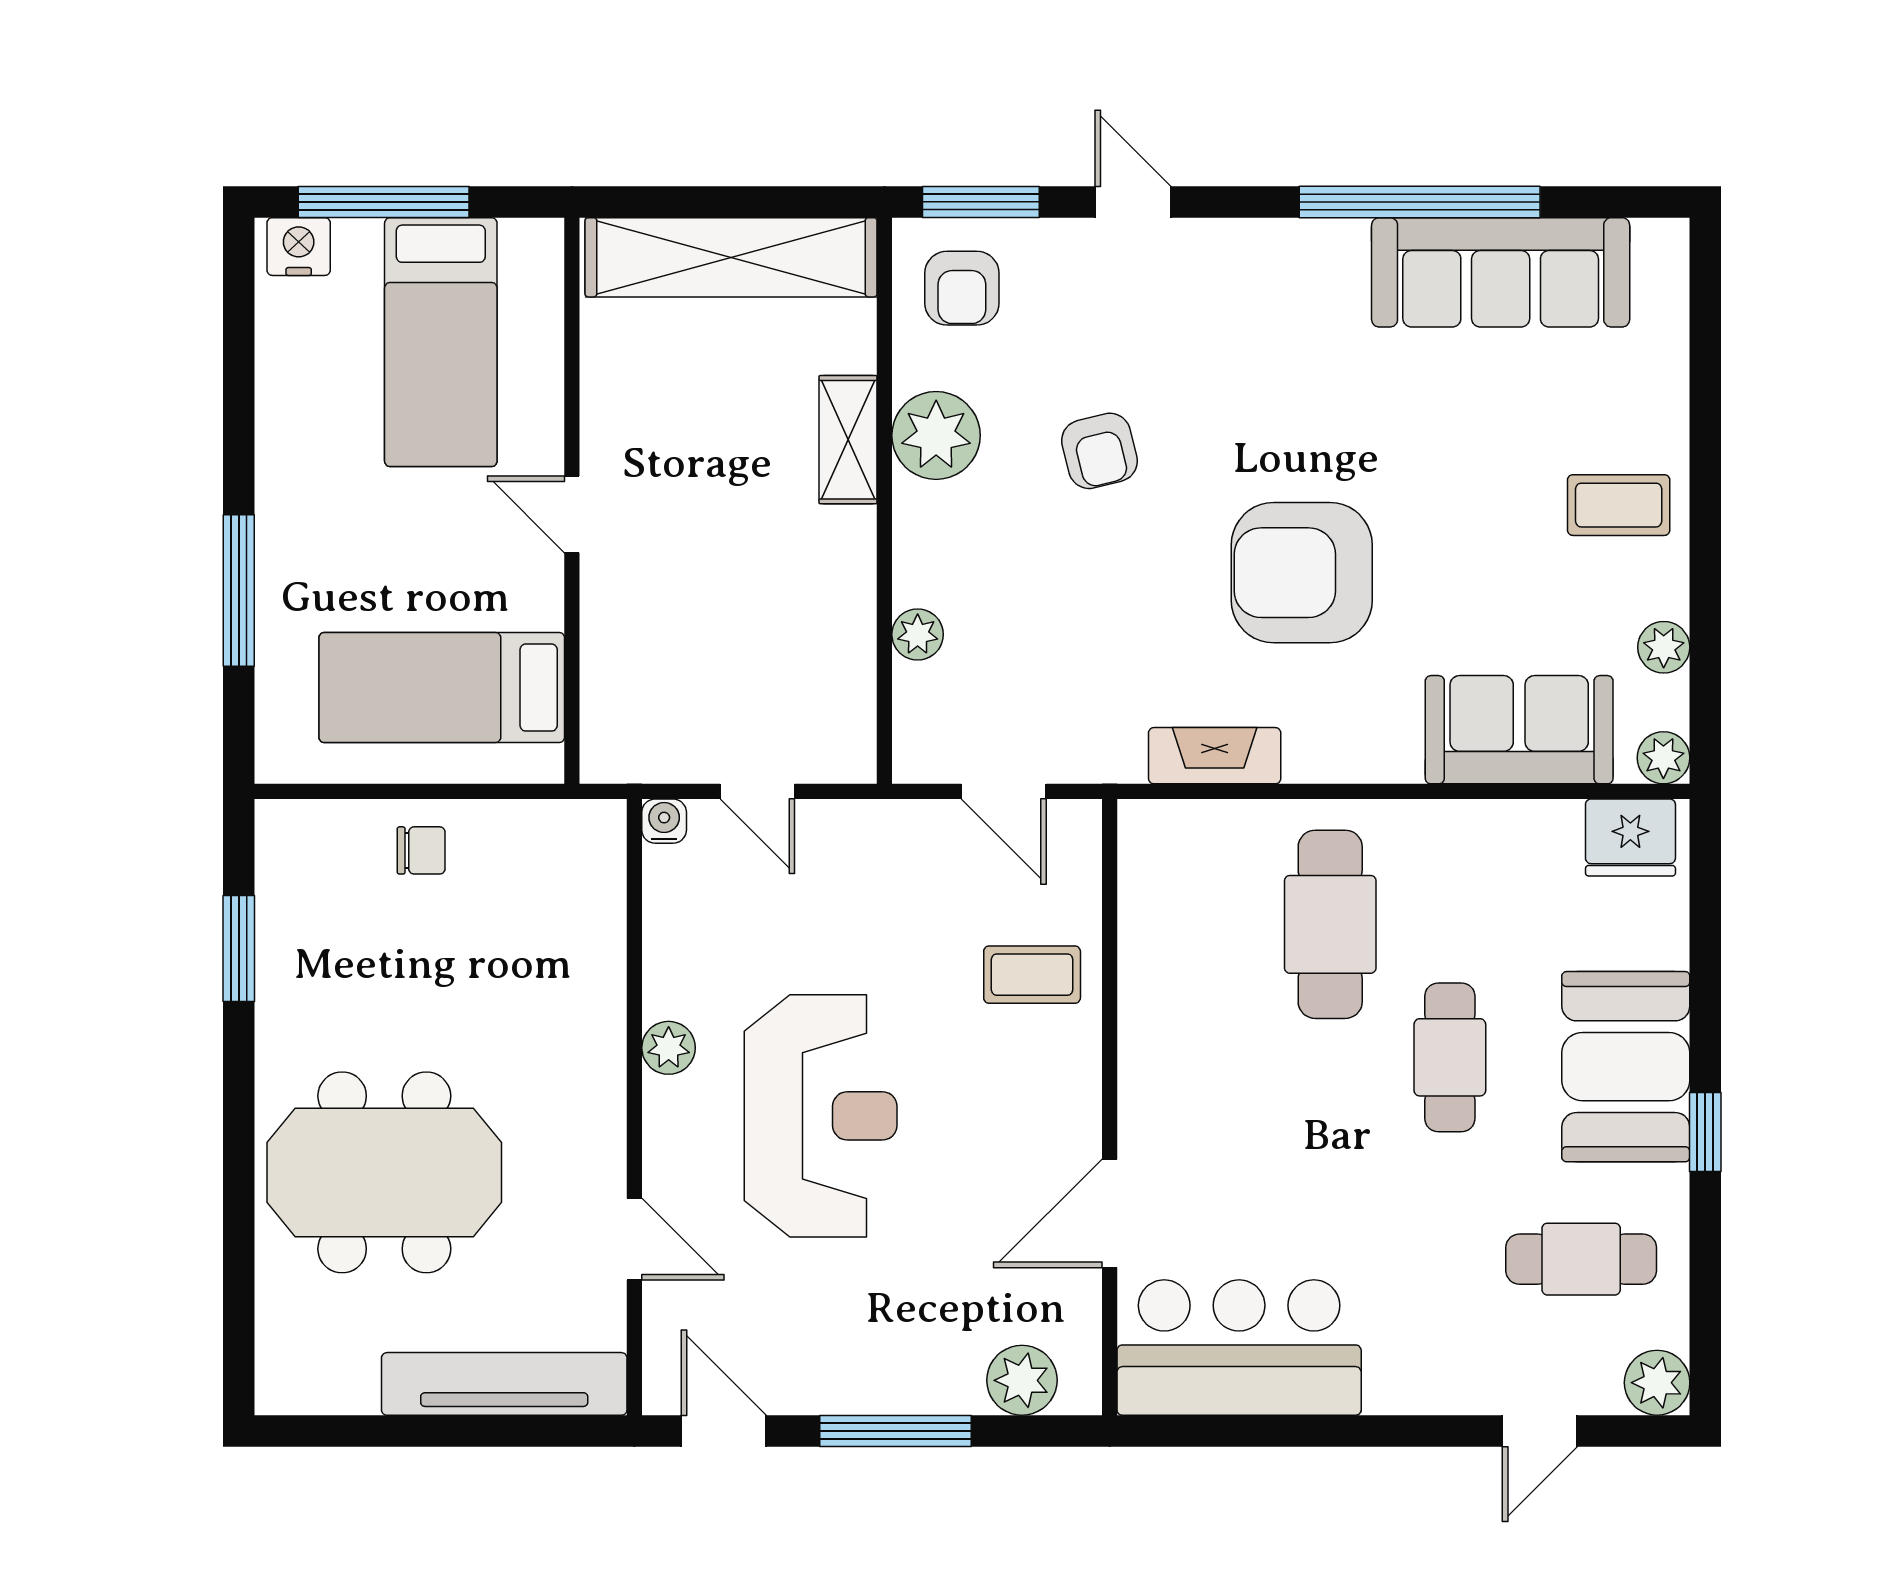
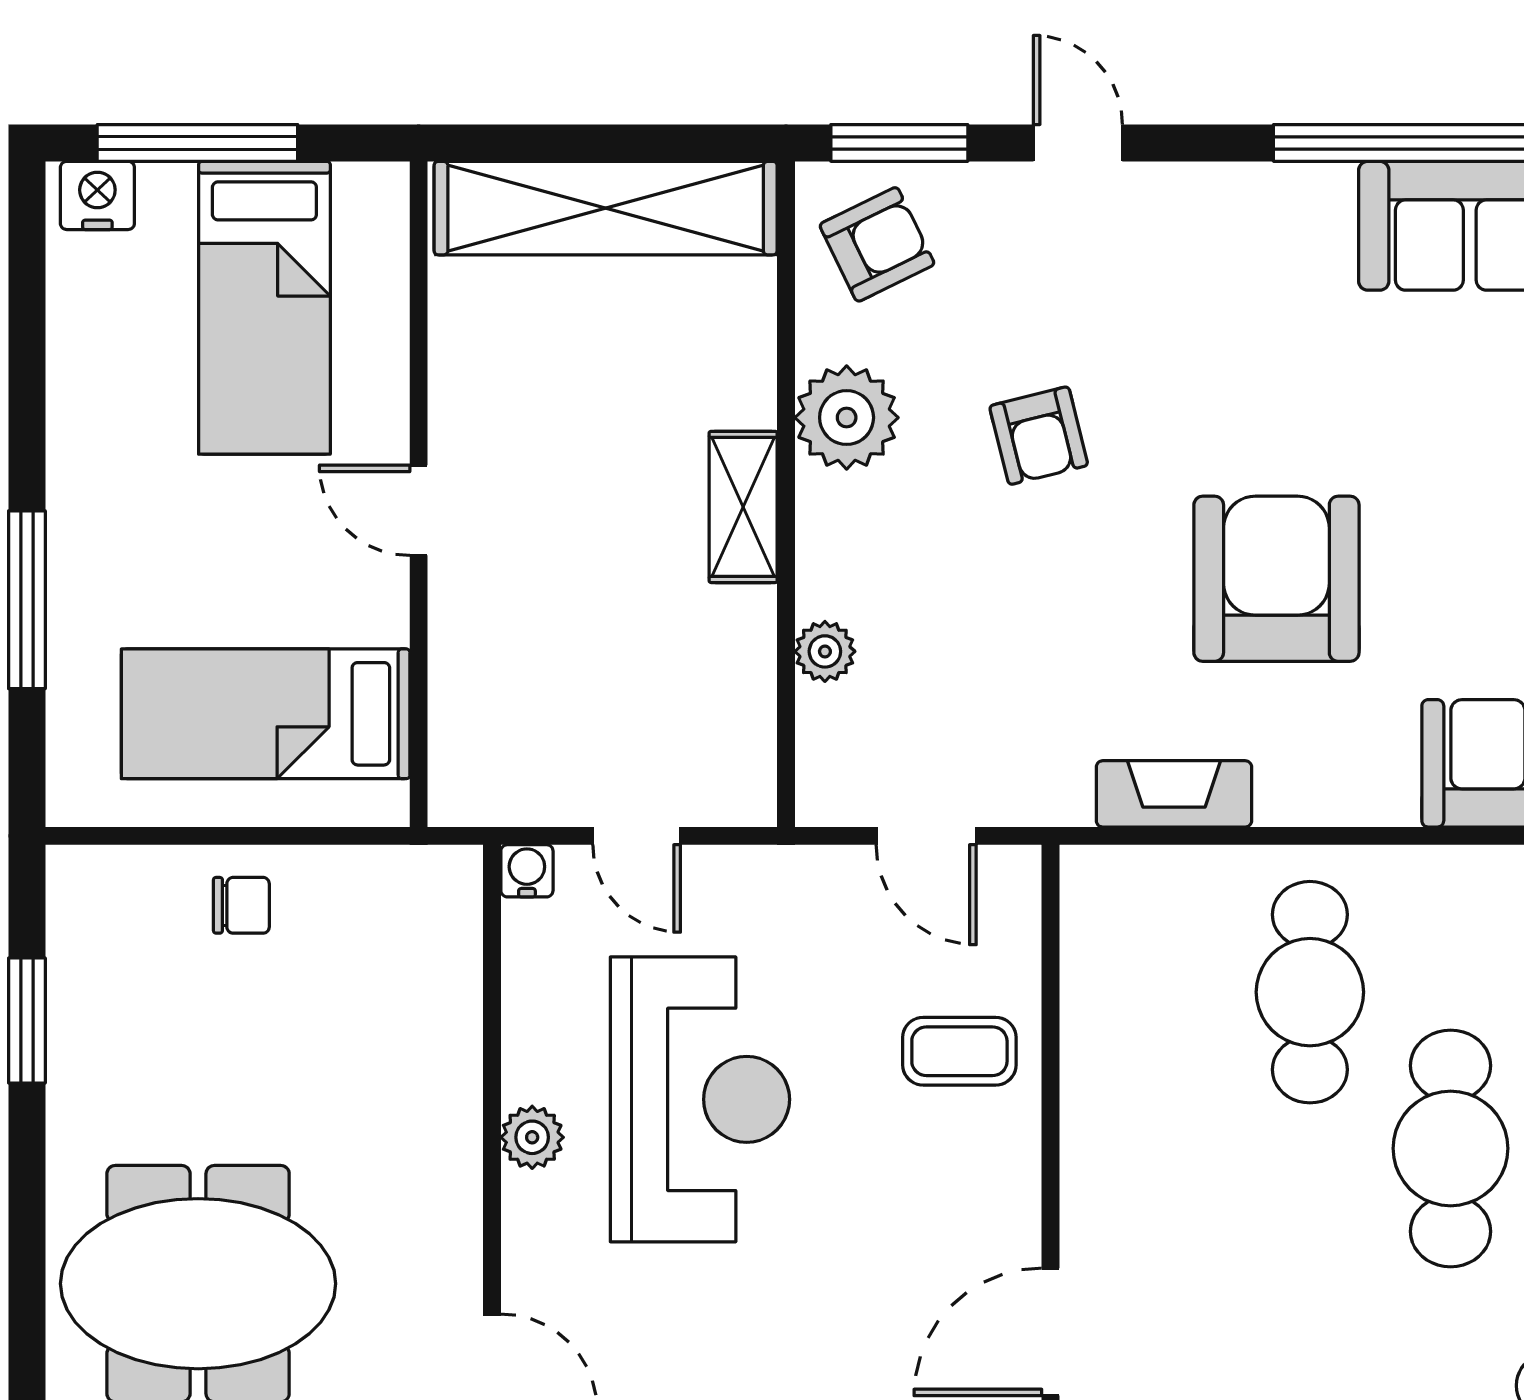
armchair: (962, 288) -> (877, 244), turned -116
shelving: (848, 440) -> (743, 507), moved
armchair: (1302, 573) -> (1276, 579), turned 90
cafe table: (1450, 1057) -> (1451, 1148), width x1.37, depth x1.35
reception desk: (821, 1116) -> (700, 1099), moved

